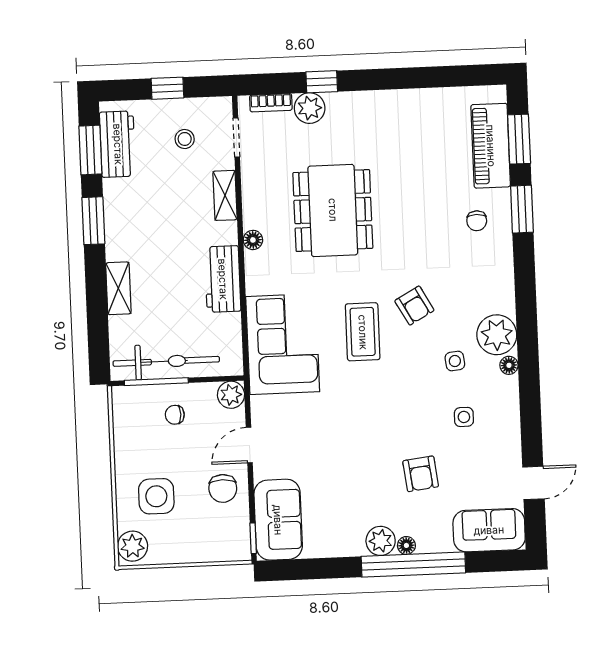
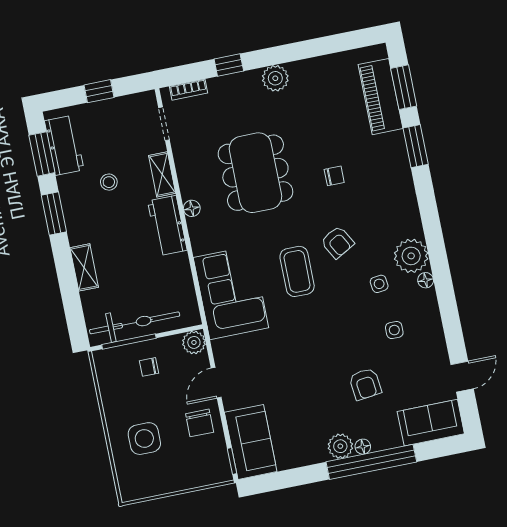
plant: (310, 108) -> (275, 78), moved
stool: (185, 139) -> (109, 182), moved
chair: (477, 221) -> (334, 176), moved, turned -90
workbench: (223, 279) -> (167, 226), moved
plant: (133, 546) -> (131, 484), removed

